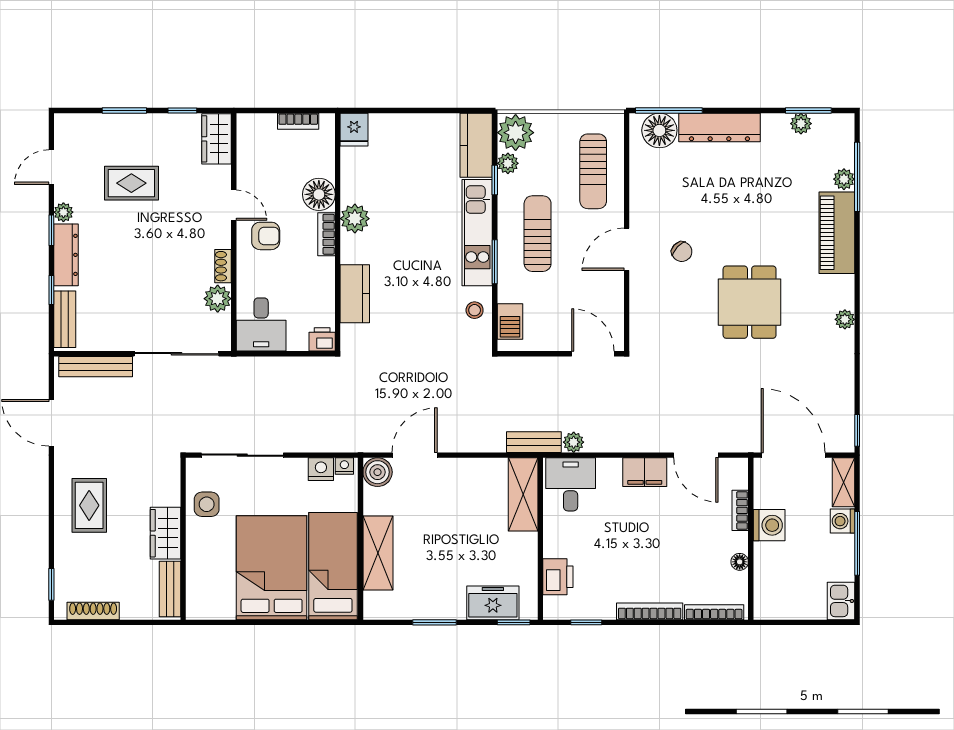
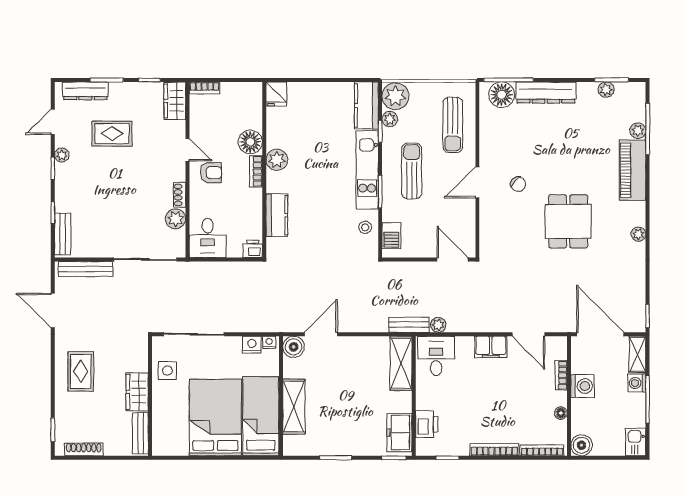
bookcase: (298, 121) -> (204, 88), moved
dresser: (66, 255) -> (85, 91), moved, turned 90
freezer: (493, 603) -> (399, 433), moved, turned -90
boiler: (768, 605) -> (582, 445), added

